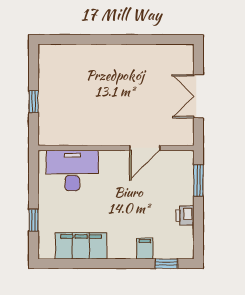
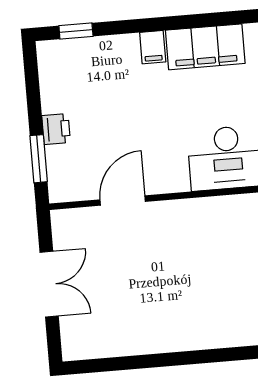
printer: (185, 216) -> (56, 129), moved
filing cabinet: (145, 248) -> (153, 47), moved

